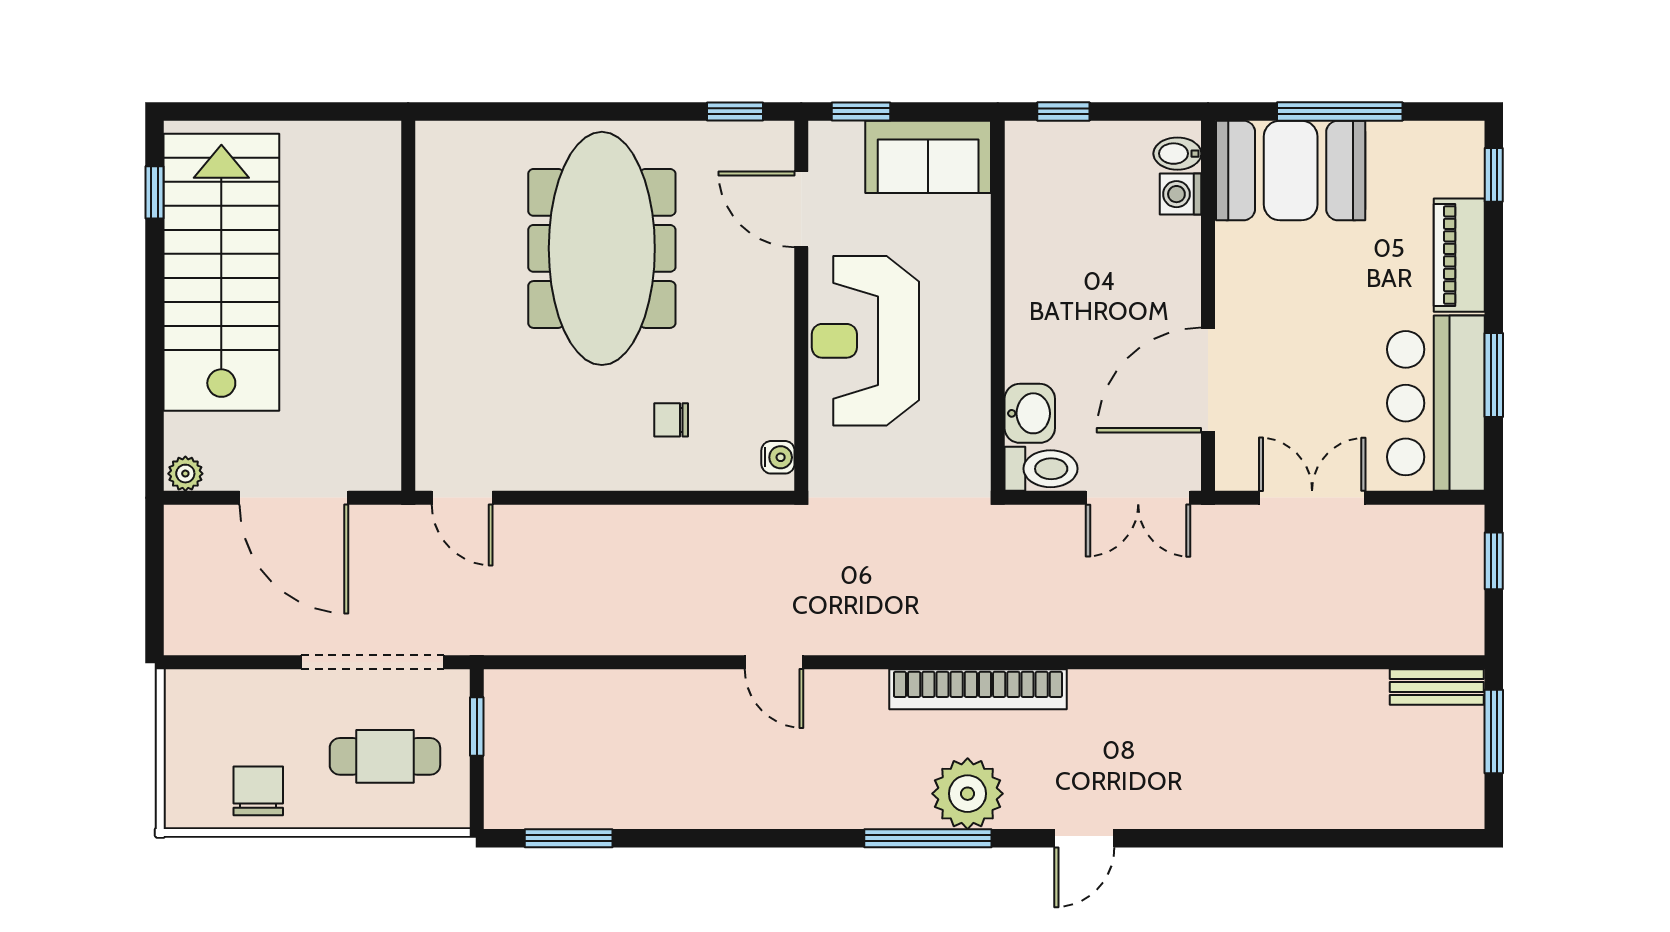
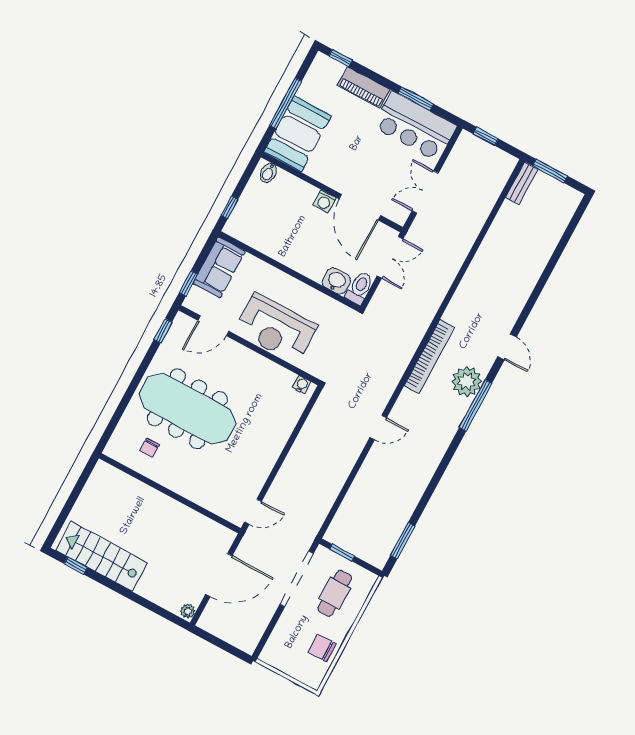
washing machine: (1181, 194) -> (324, 201), moved
stairs: (221, 272) -> (101, 556), width x0.73, depth x0.66
chair: (671, 420) -> (150, 448), moved

